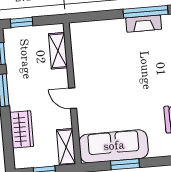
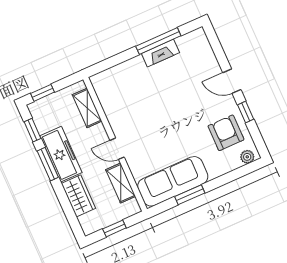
freezer: (19, 85) -> (61, 154), added
shelving: (66, 147) -> (121, 183), moved

